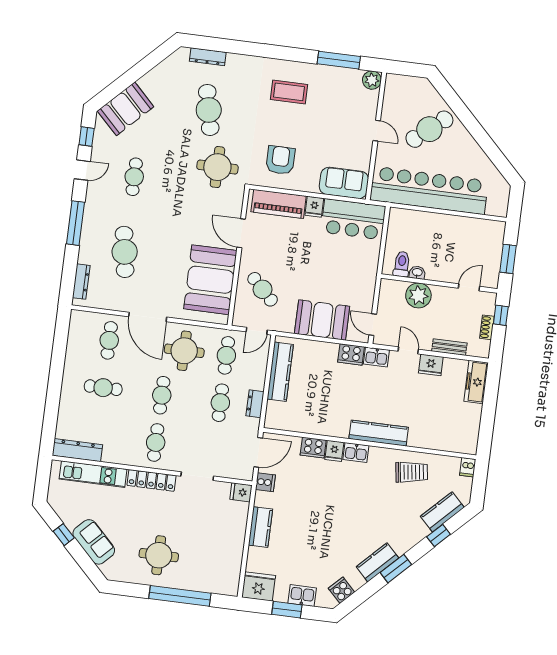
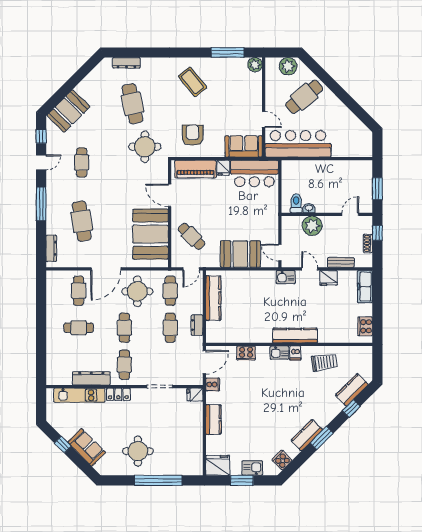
plant: (414, 88) -> (288, 66), added
coffee table: (289, 92) -> (192, 82), turned 51
door: (377, 131) -> (264, 120), moved
bar counter: (429, 190) -> (298, 144), width x0.73
door: (148, 317) -> (106, 269), hinge flipped
cooker: (351, 354) -> (365, 326), moved, turned 90
dresser: (77, 450) -> (91, 378), moved
fridge: (334, 451) -> (263, 354), removed
dishwasher: (468, 467) -> (295, 353), moved
locker: (151, 480) -> (118, 394), width x0.66

